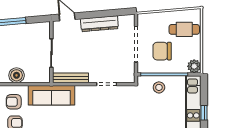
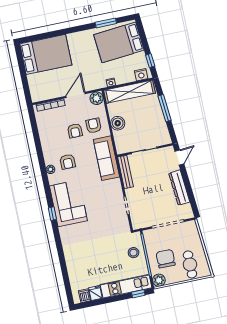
chair: (162, 51) -> (166, 259), moved
window: (204, 113) -> (138, 294), moved

